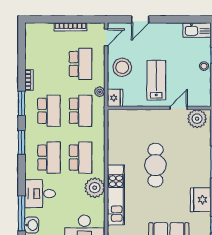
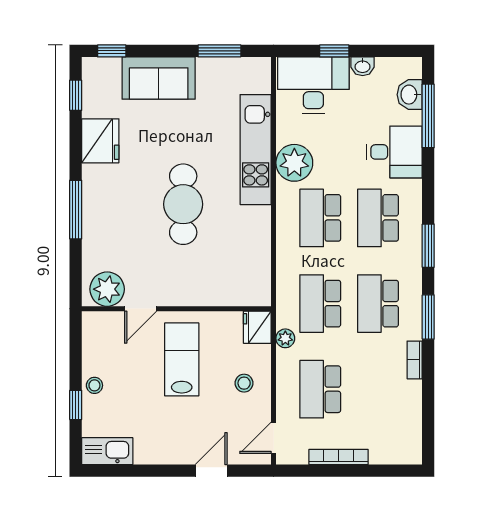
stool: (122, 67) -> (244, 383), width x0.53, depth x0.53
lab bench: (156, 80) -> (182, 359), turned 180

